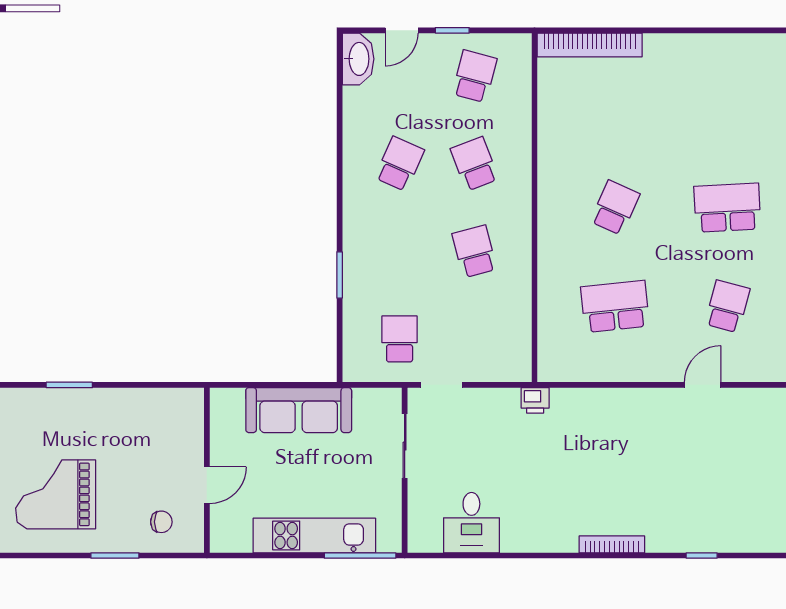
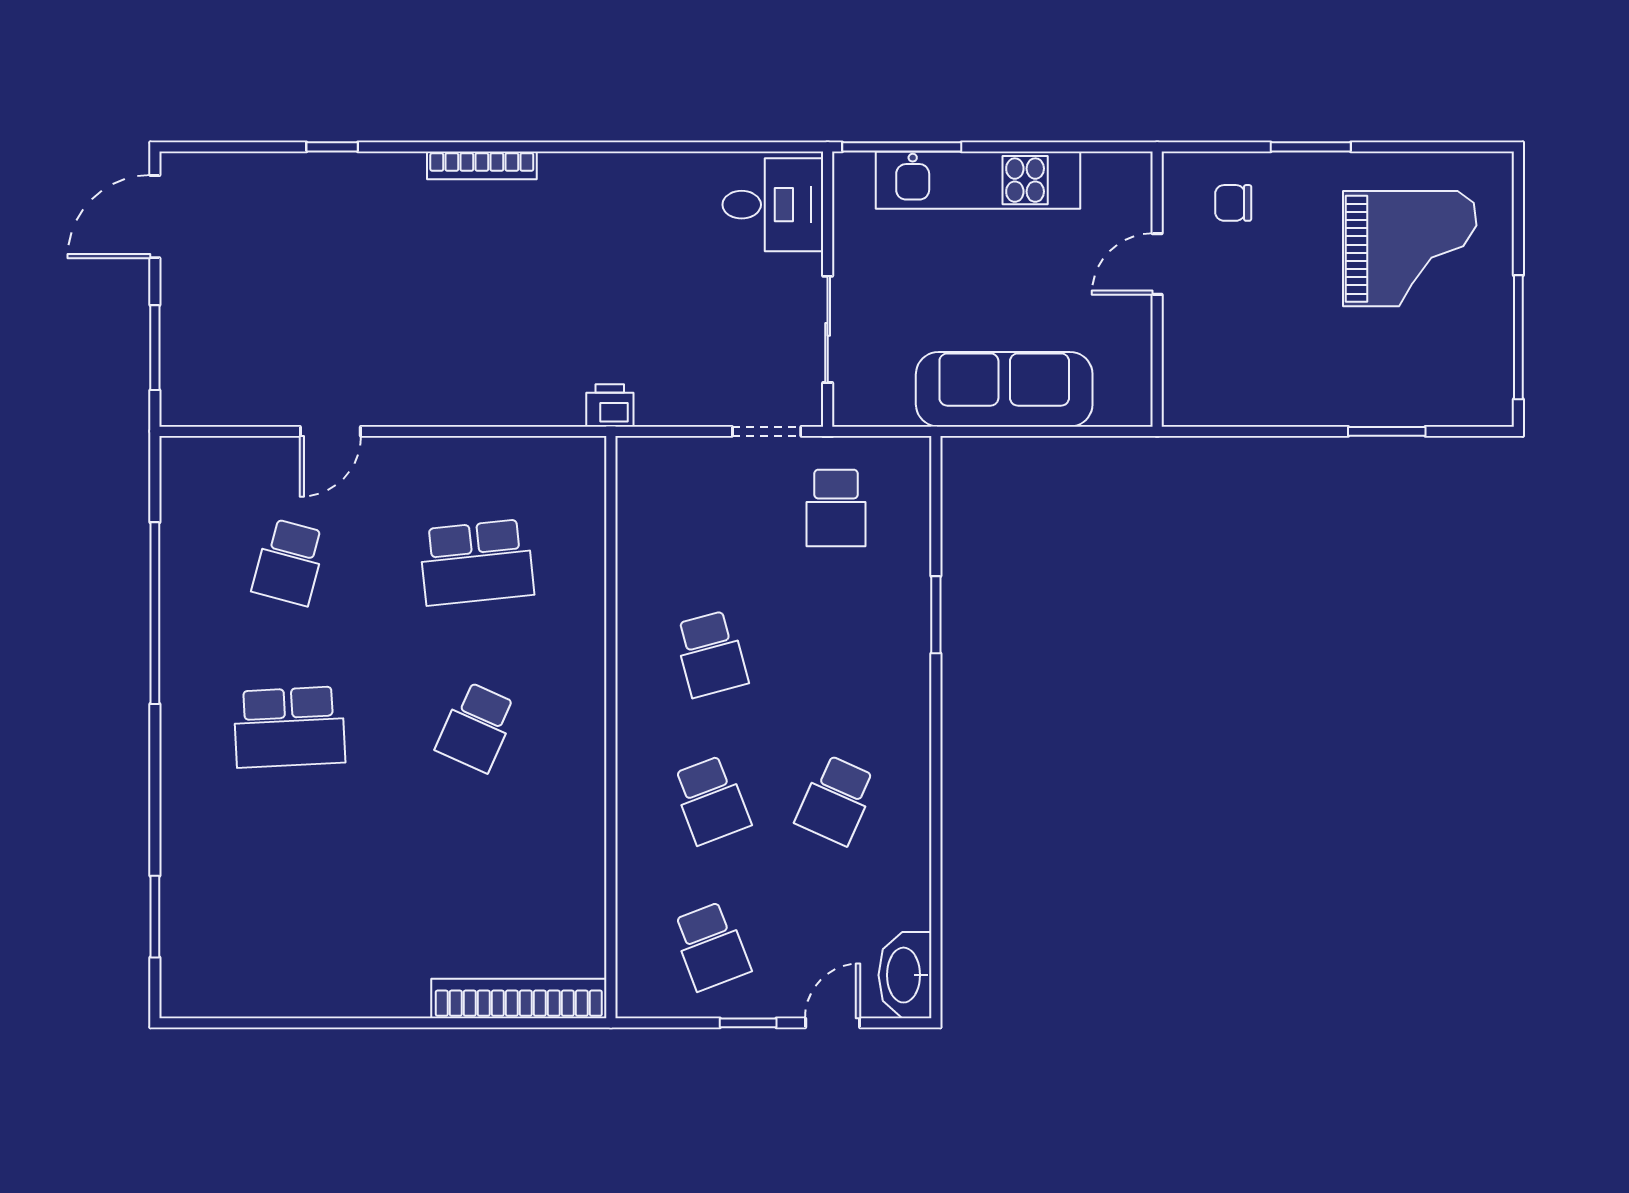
school desk: (475, 76) -> (711, 946), turned -36
desk: (471, 523) -> (773, 205), moved, turned 90

